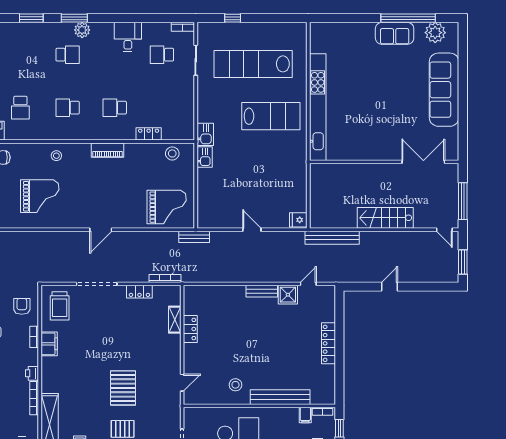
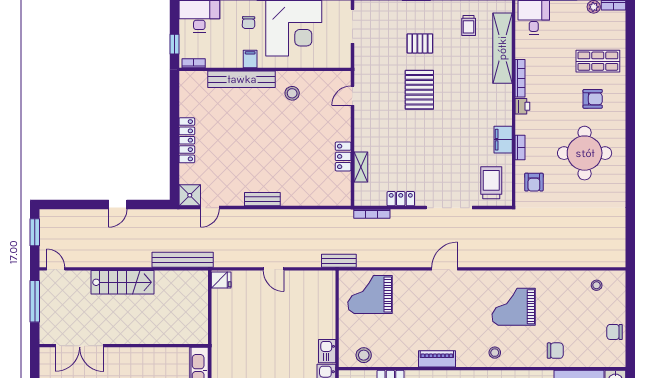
shower: (288, 295) -> (190, 195), moved
filing cabinet: (305, 415) -> (250, 59), moved

